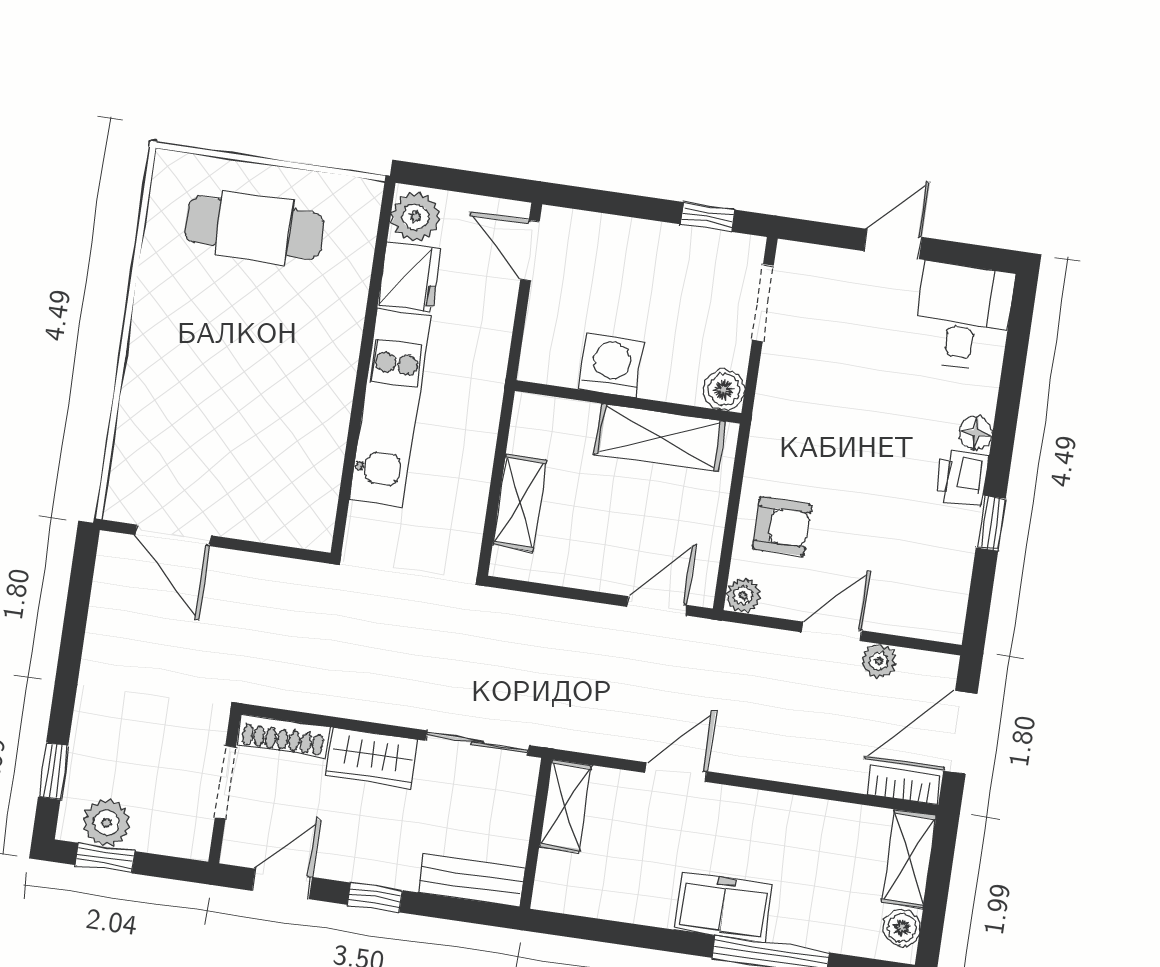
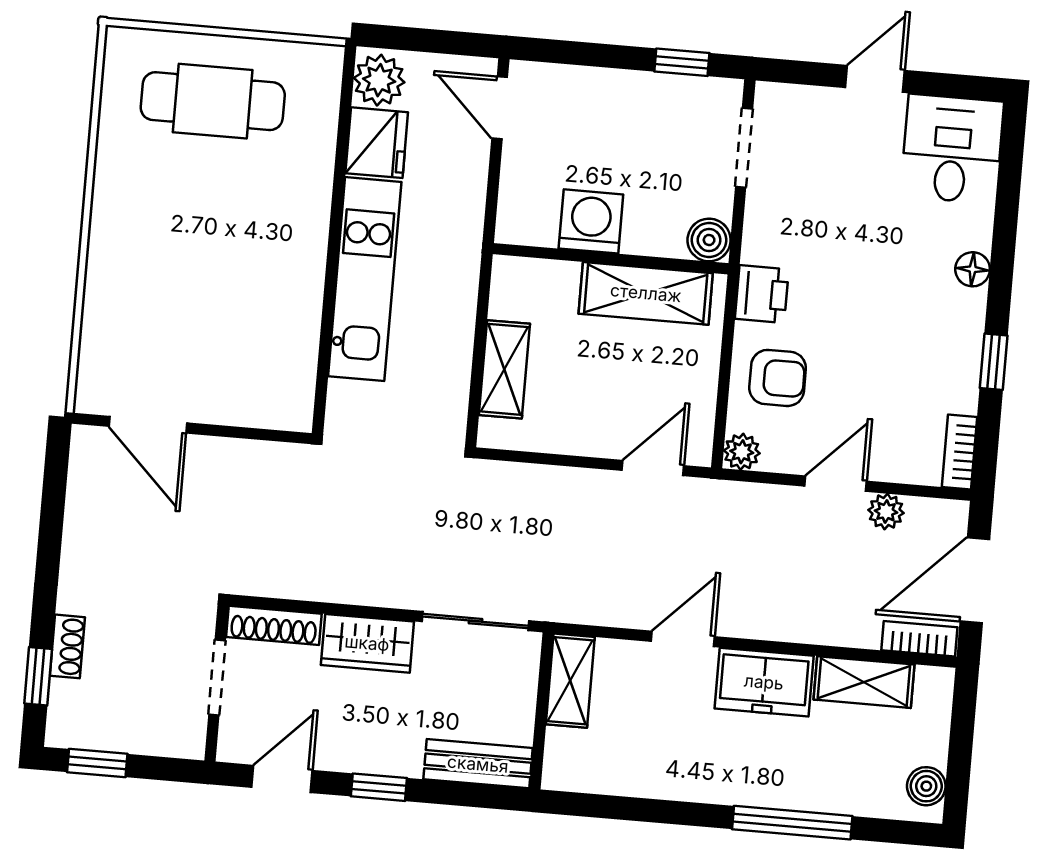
printer: (962, 478) -> (762, 294), moved, turned 180
bookcase: (953, 608) -> (960, 452), added
shoe rack: (83, 744) -> (67, 646), added
plant: (107, 823) -> (97, 727), removed
shelving: (909, 859) -> (864, 682), moved, turned 90
freezer: (723, 907) -> (764, 682), moved, turned 180

